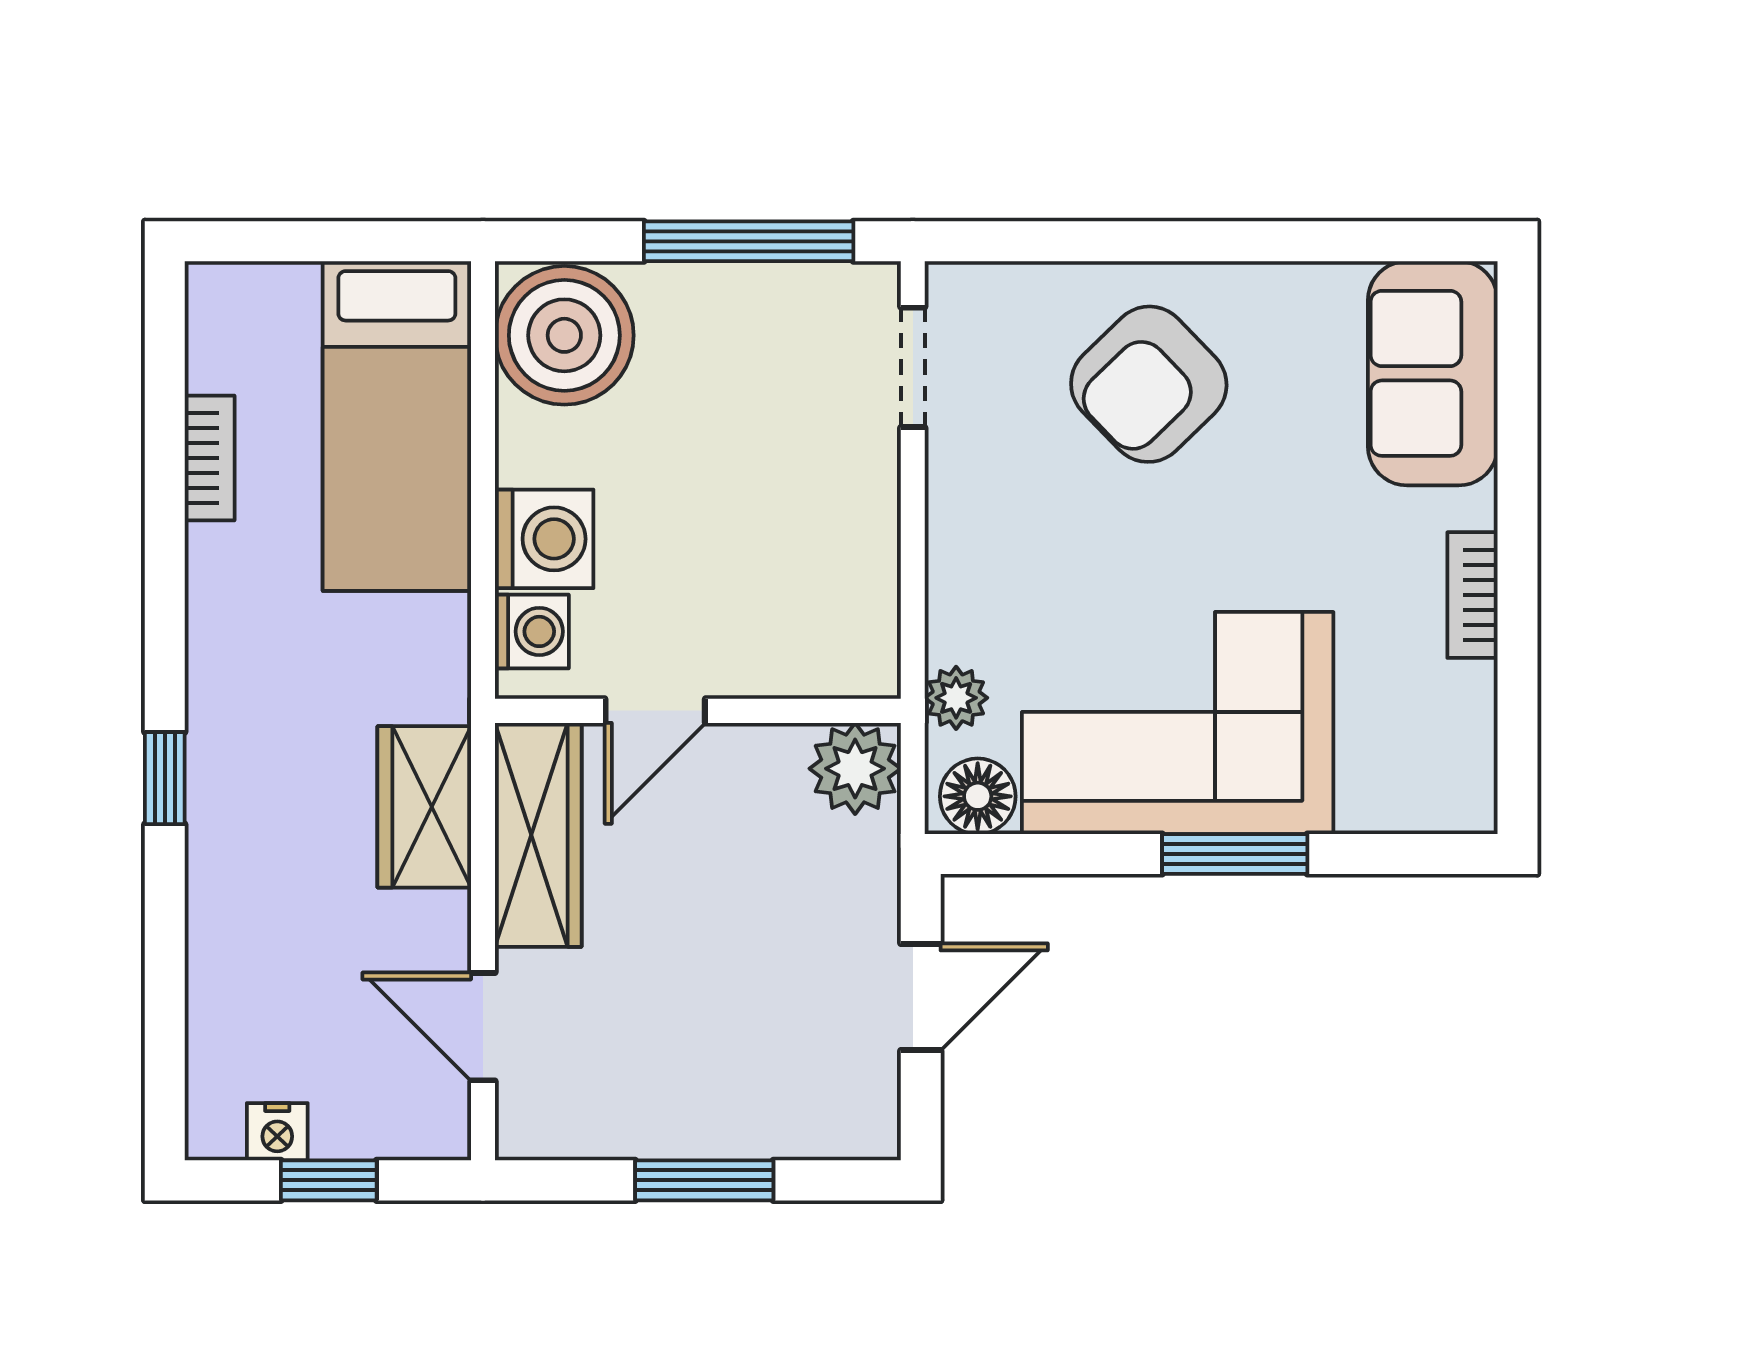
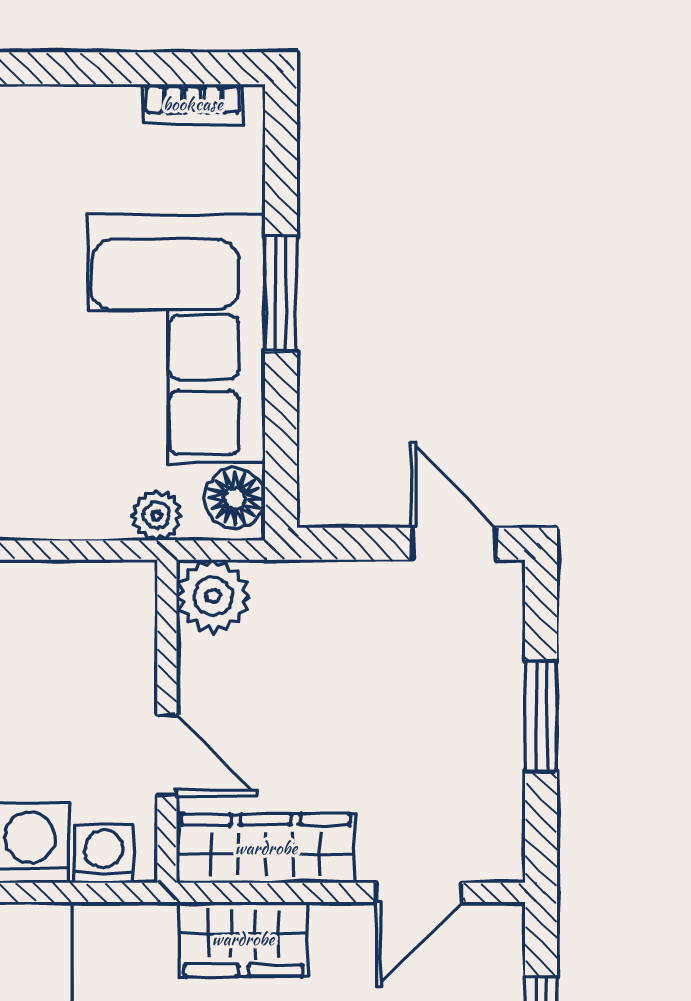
bookcase: (1472, 595) -> (193, 104), moved
door: (921, 997) -> (454, 544), moved

